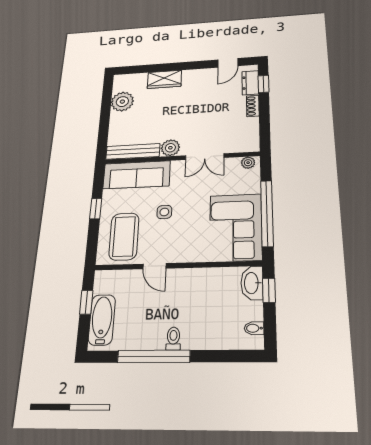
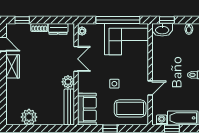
wardrobe: (164, 79) -> (13, 66), moved
dresser: (250, 83) -> (58, 29), moved
sofa: (137, 175) -> (87, 109), width x0.73
washing machine: (102, 286) -> (162, 120), added

